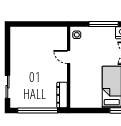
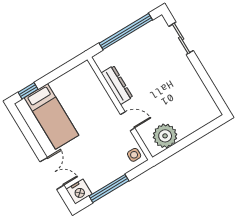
plant: (52, 35) -> (165, 136), added
dresser: (62, 95) -> (117, 85), moved

